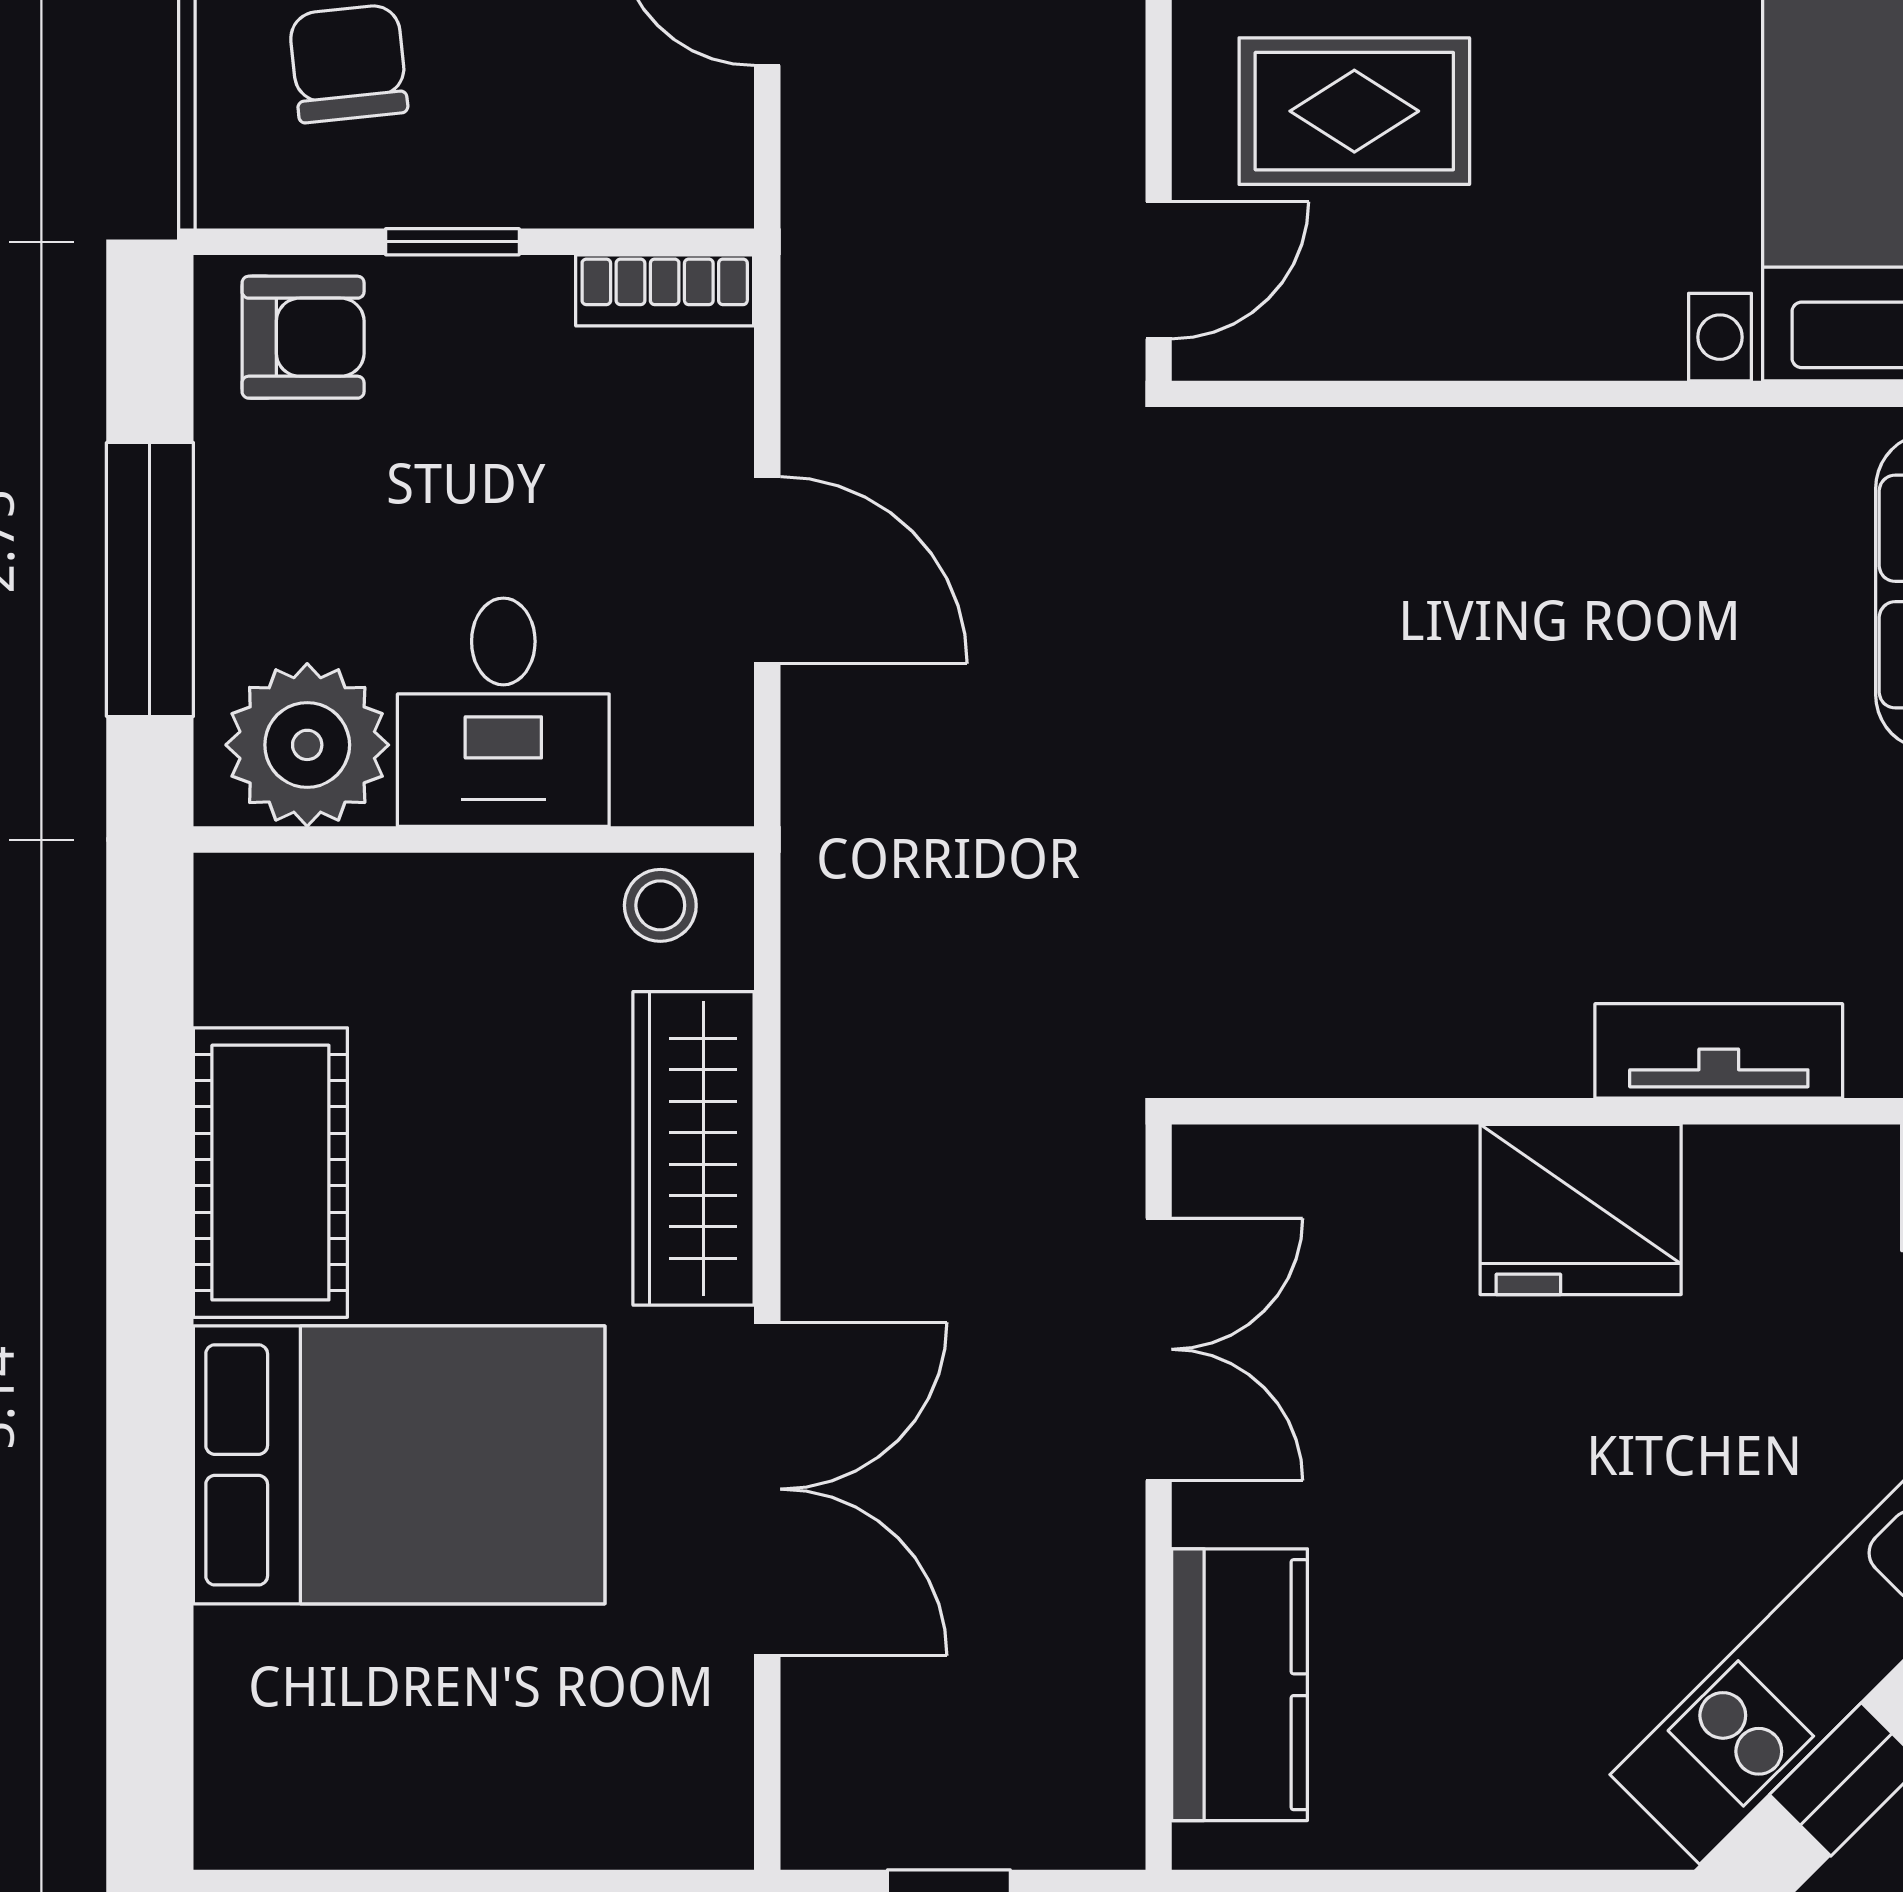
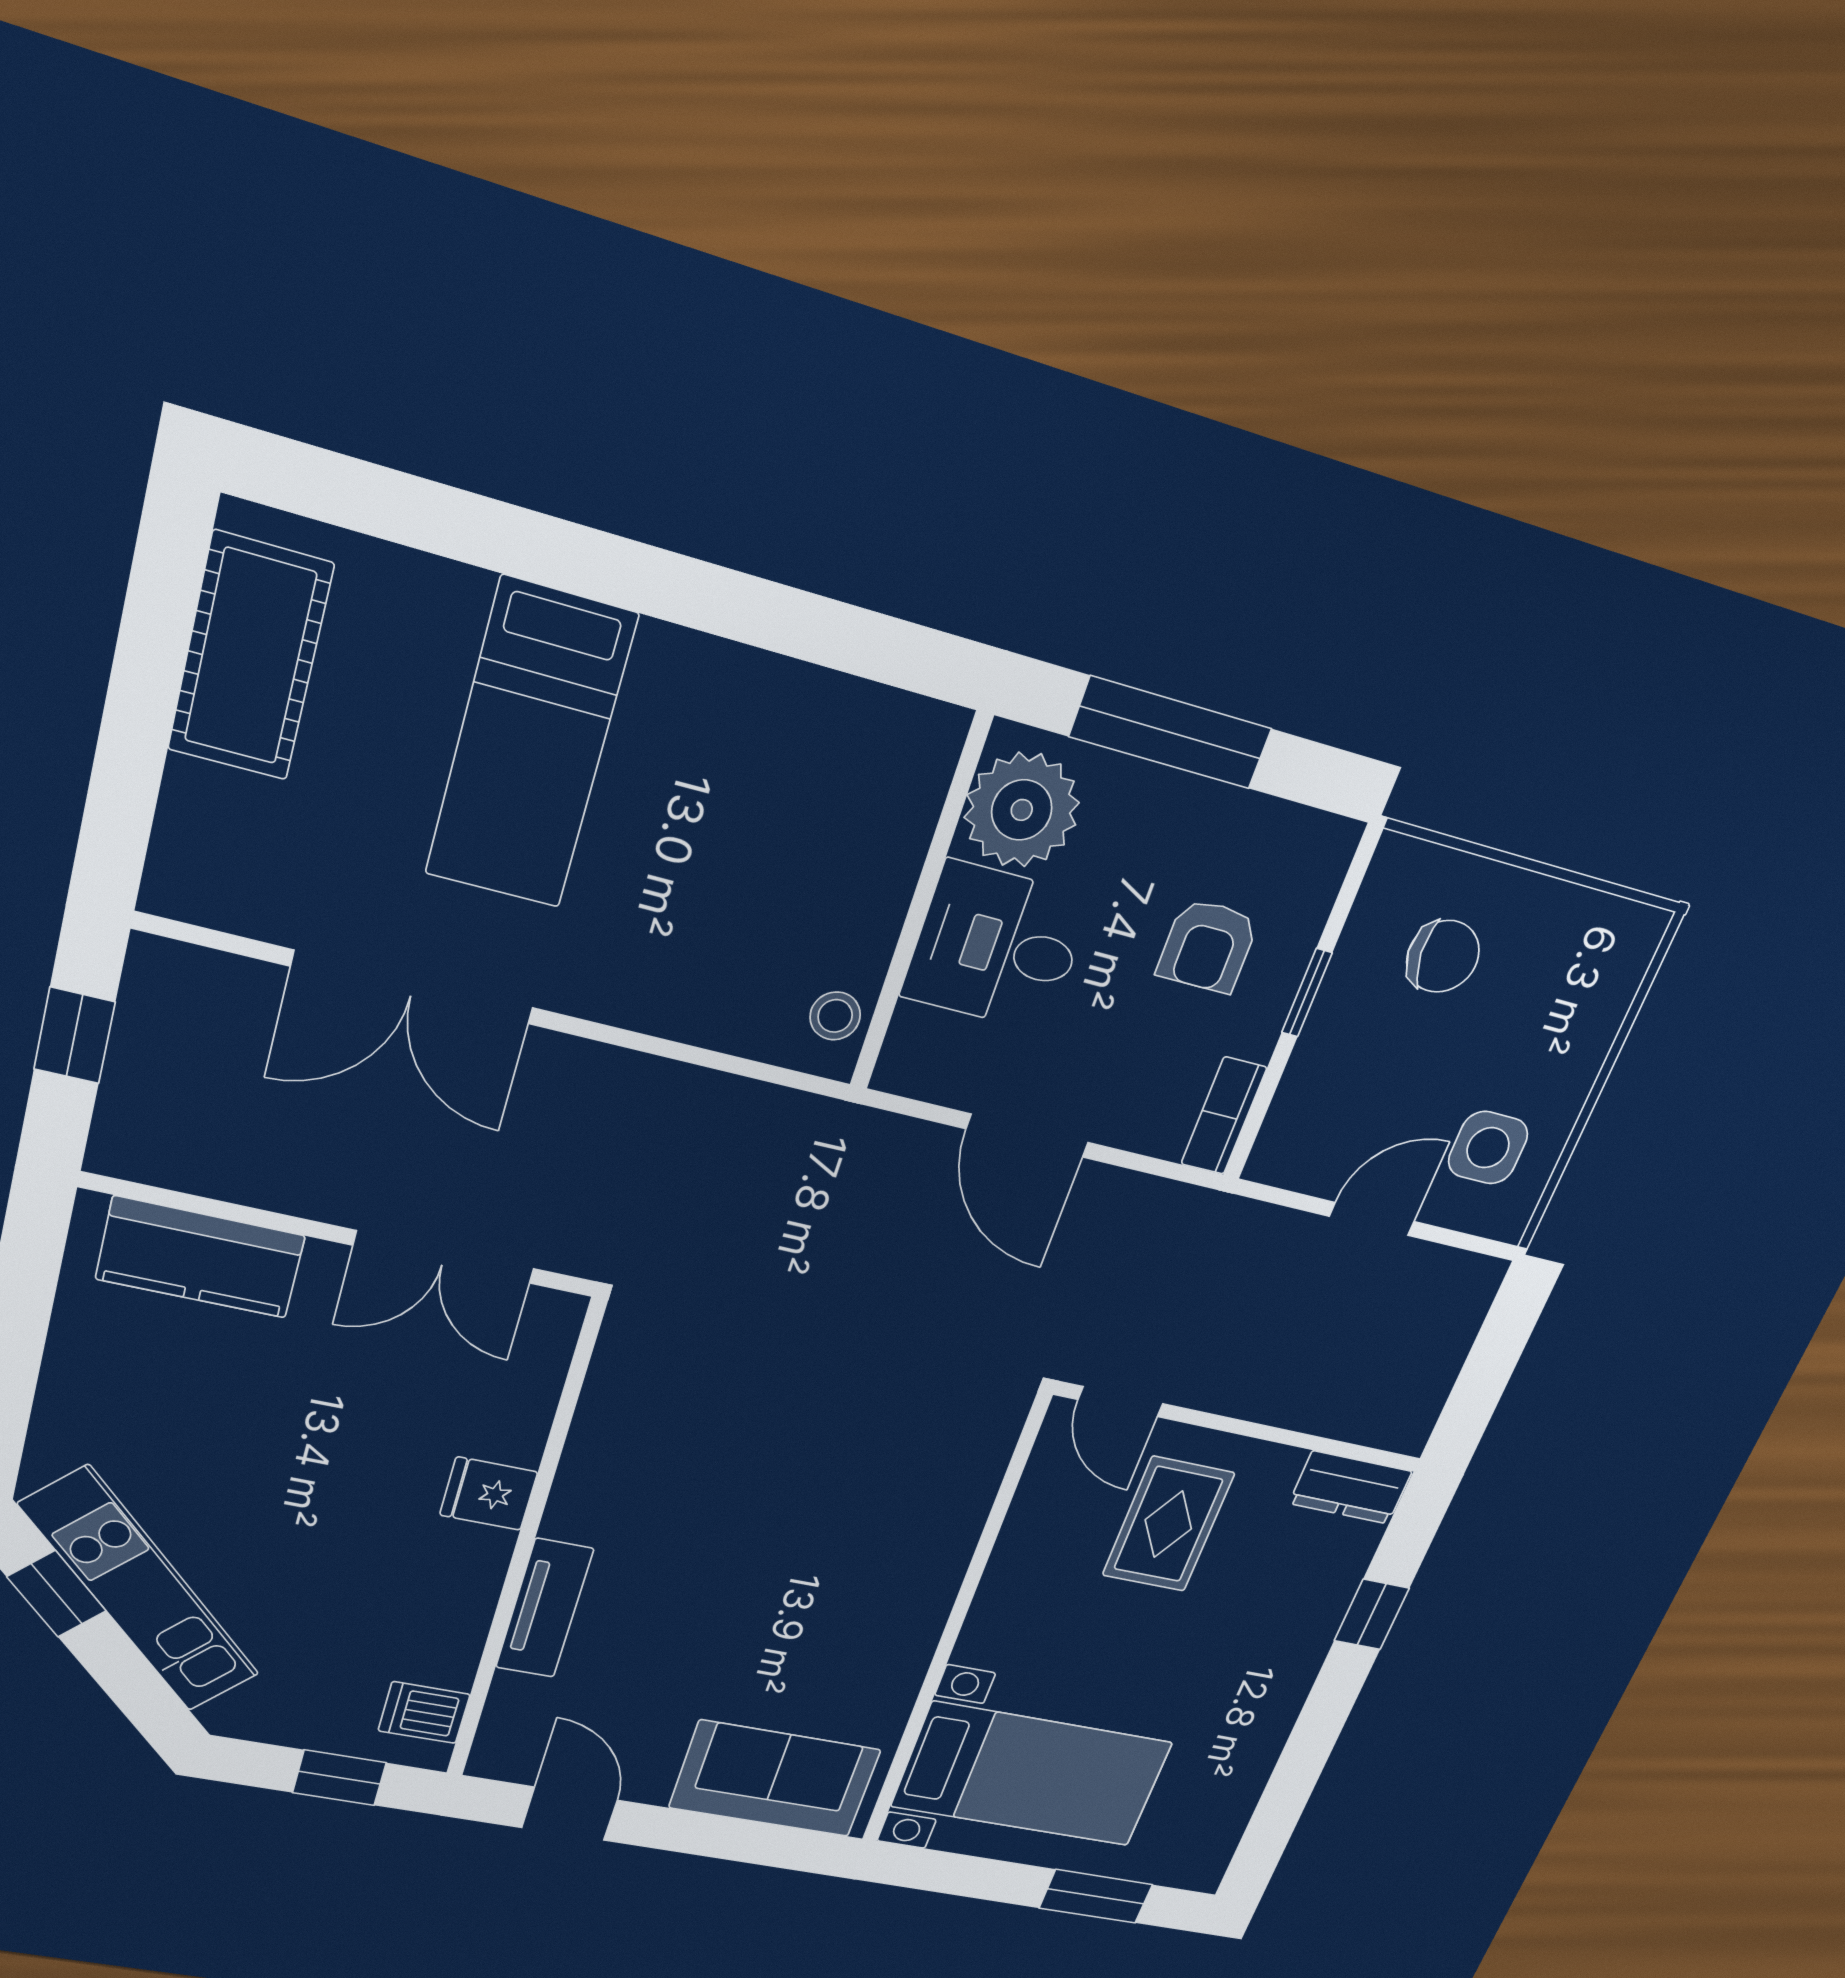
armchair: (303, 337) -> (1208, 946), moved
door: (767, 570) -> (1027, 1136), hinge flipped
wardrobe: (694, 1148) -> (665, 997), removed
cot: (270, 1173) -> (250, 657), moved, turned 90
fridge: (1581, 1209) -> (489, 1494), width x0.53, depth x0.75
bed: (399, 1465) -> (531, 745), width x0.67

